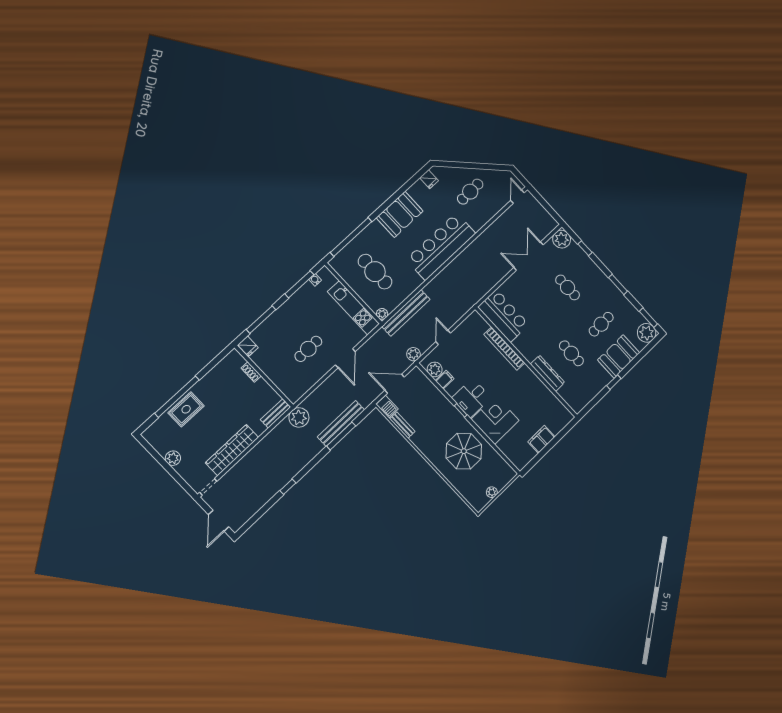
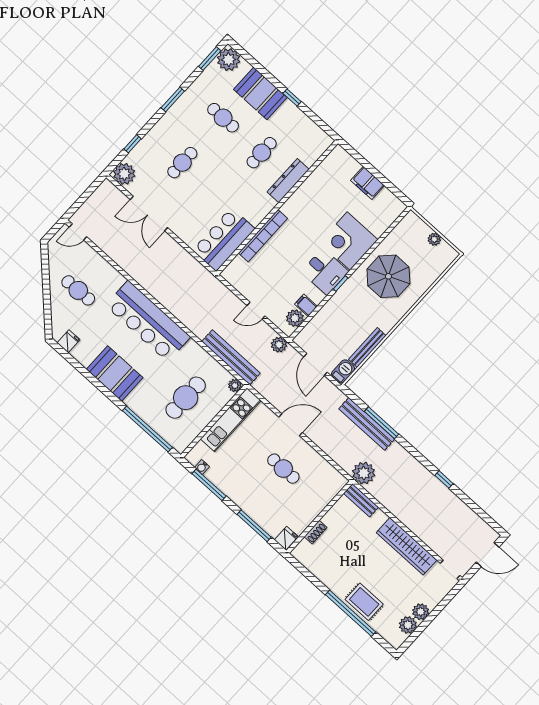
bench: (402, 425) -> (367, 347), width x1.36
plant: (162, 446) -> (408, 625), added

